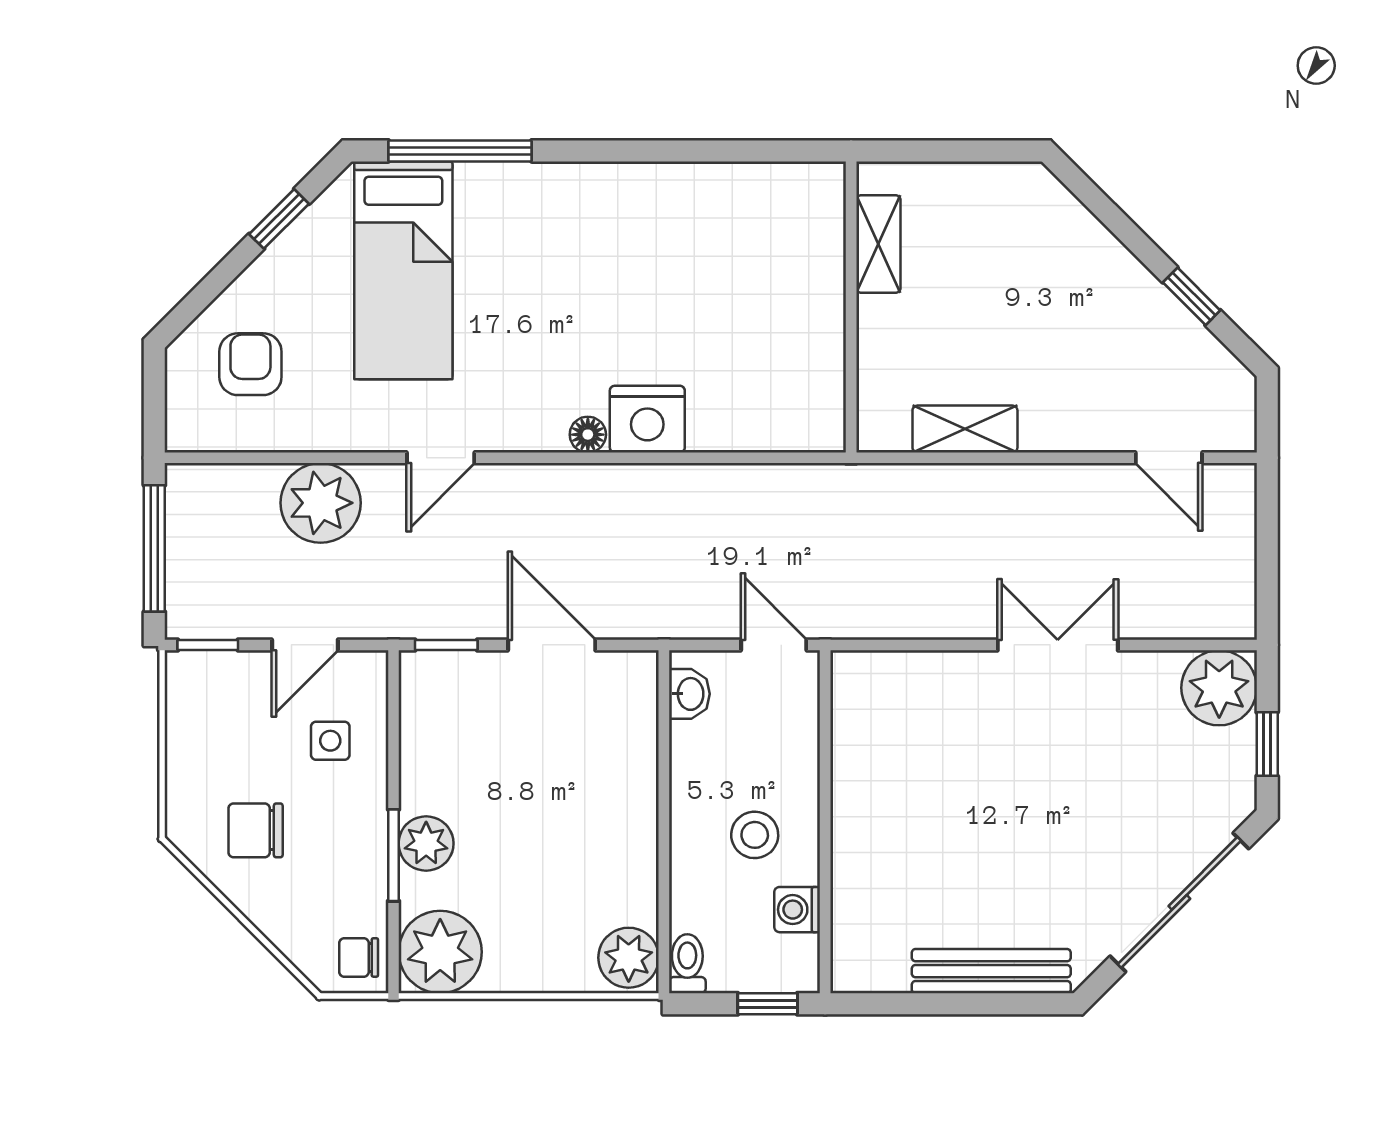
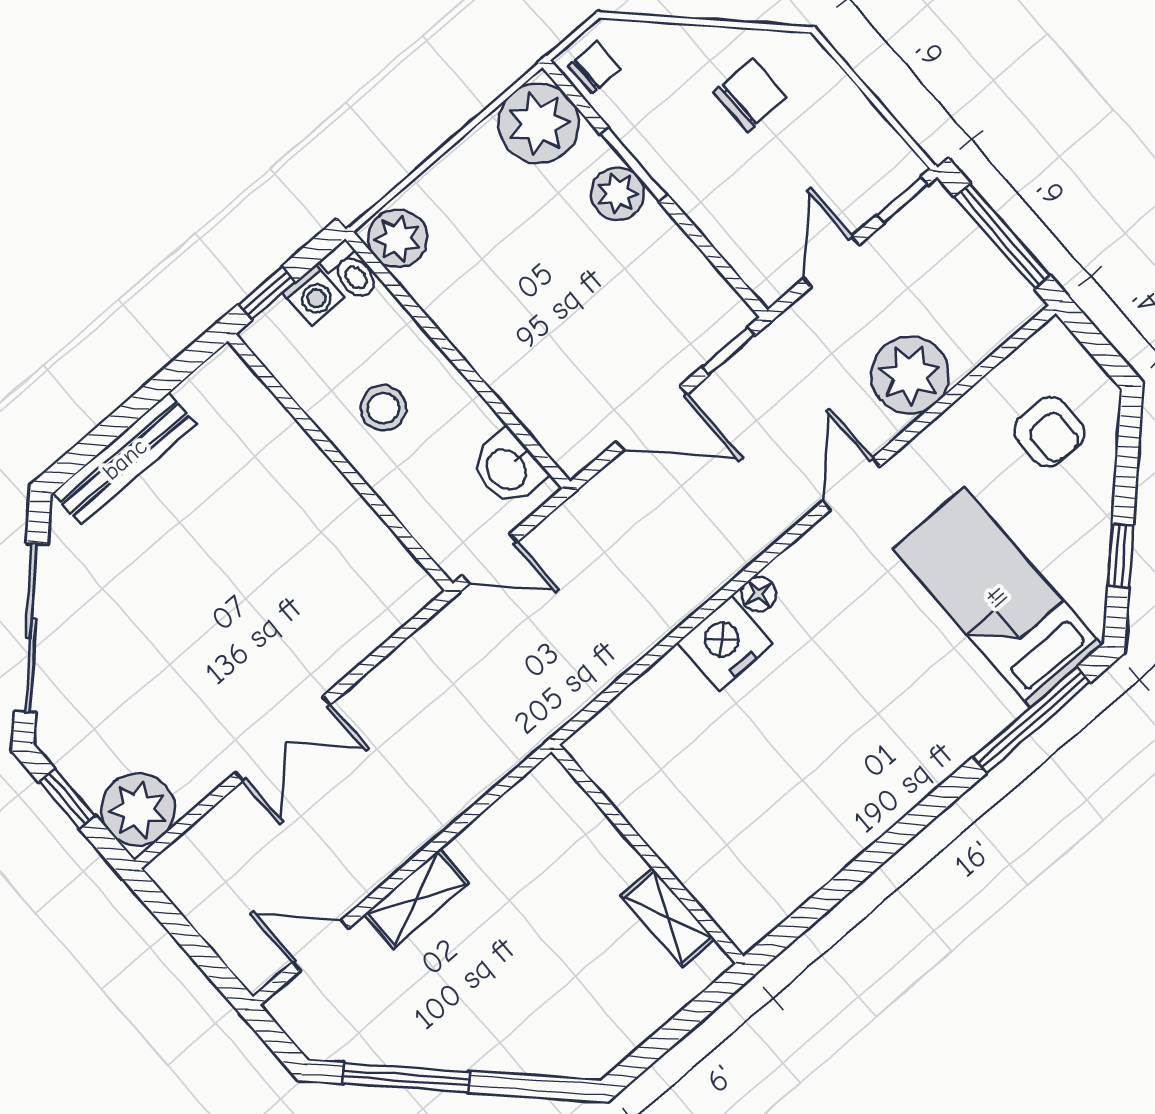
window: (1192, 296) -> (406, 1078), width x2.17
shelving: (965, 429) -> (416, 899), moved
washbasin: (689, 694) -> (508, 468), width x1.38, depth x1.45
side table: (330, 741) -> (752, 208), removed
washing machine: (797, 910) -> (314, 295), moved, turned 90

